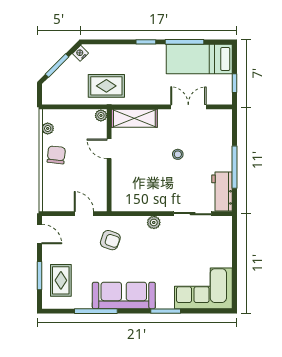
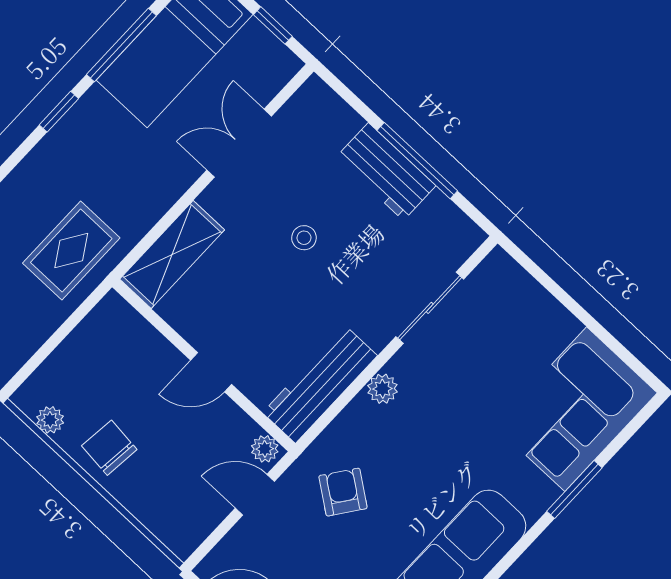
plant: (101, 116) -> (265, 449), moved
door: (109, 149) -> (211, 372), moved
workbench: (222, 191) -> (386, 172), moved
workbench: (137, 202) -> (320, 384), added
armchair: (110, 240) -> (343, 492), turned -73
window: (166, 311) -> (574, 489), moved

